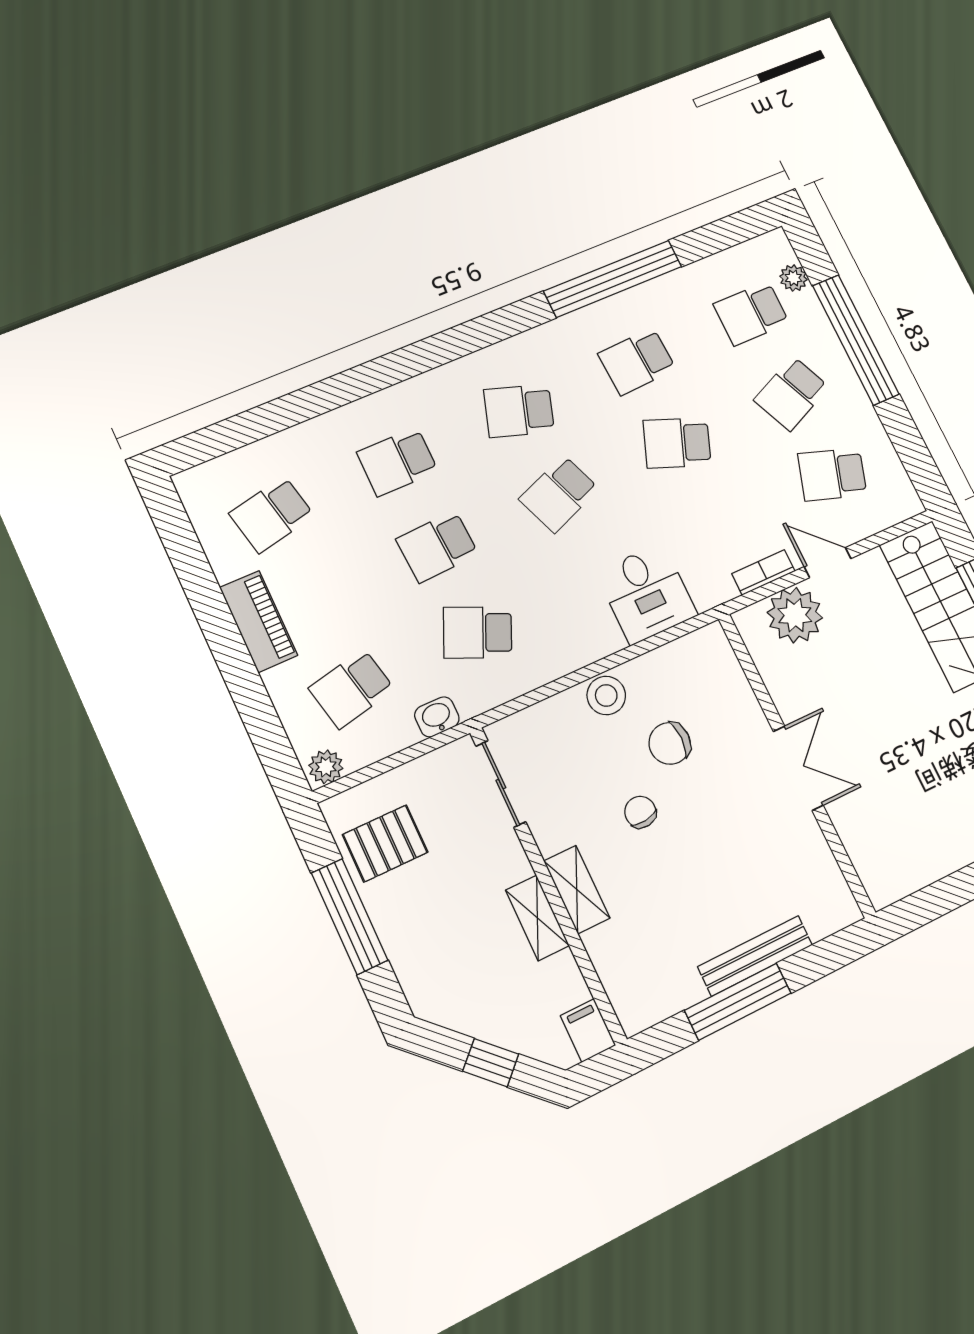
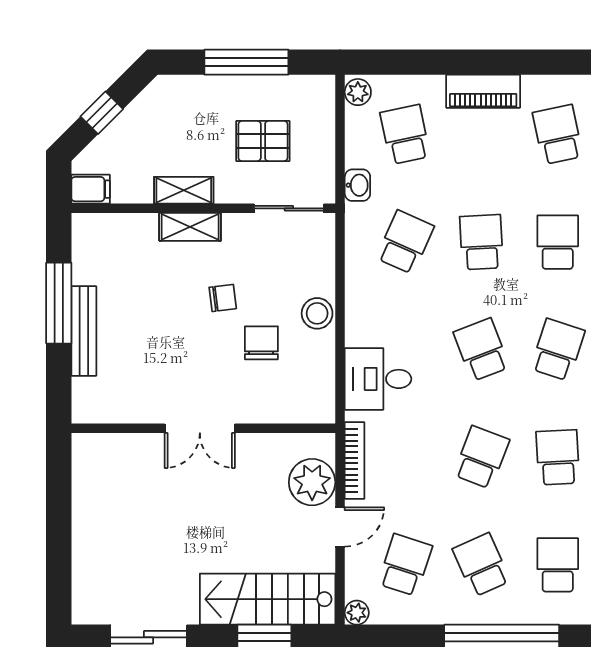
plant: (793, 278) -> (357, 613), moved
bookcase: (763, 572) -> (355, 461), width x1.56
pallet: (385, 843) -> (263, 141), moved, turned 90

